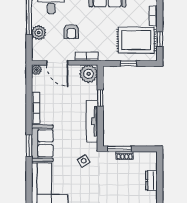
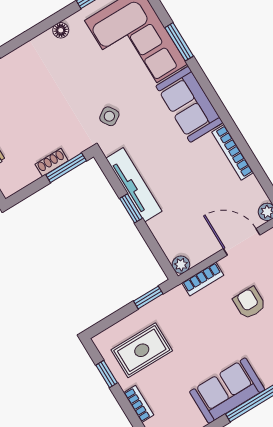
rug: (136, 40) -> (142, 350), width x0.73, depth x0.70
window: (128, 63) -> (148, 297), moved
plant: (89, 74) -> (181, 265), width x0.53, depth x0.53
window: (100, 98) -> (131, 208), moved
window: (29, 146) -> (179, 42), moved

